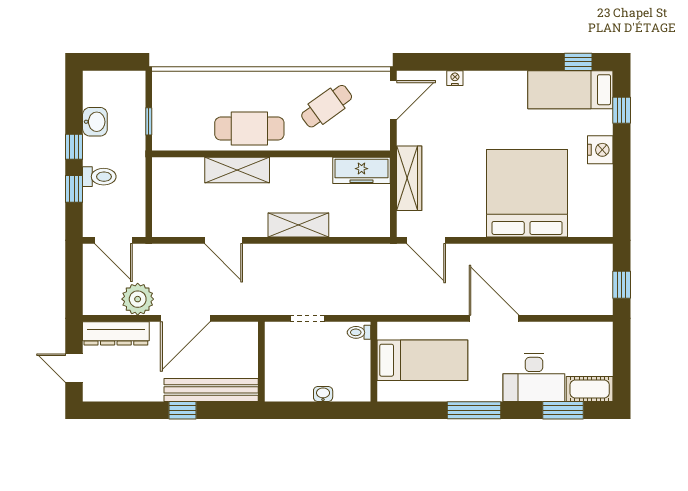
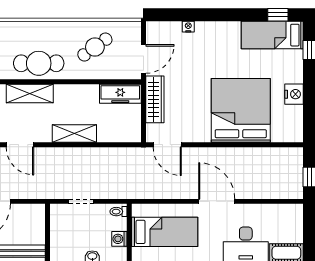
door: (393, 100) -> (143, 59), moved
nightstand: (600, 150) -> (294, 94), moved
washing machine: (360, 370) -> (119, 239), added

